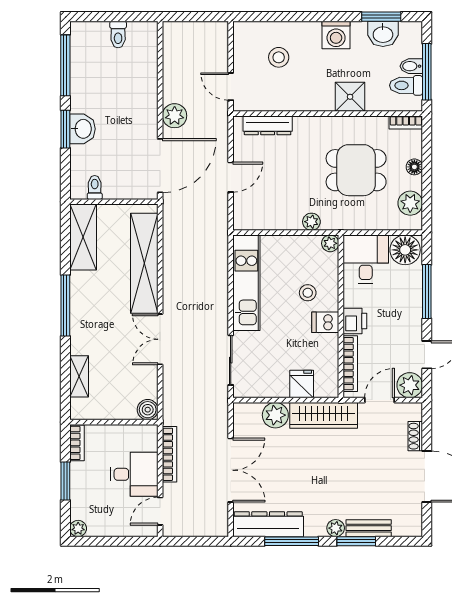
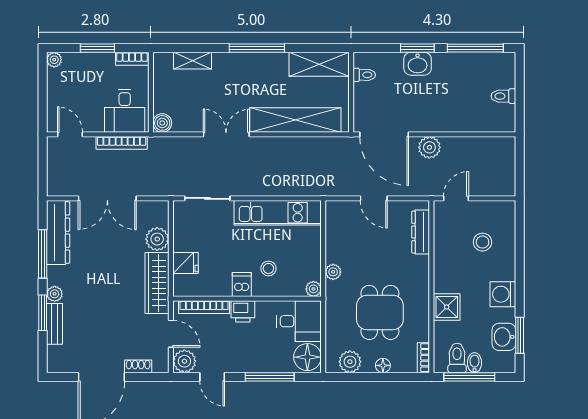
desk: (134, 474) -> (125, 111), moved

